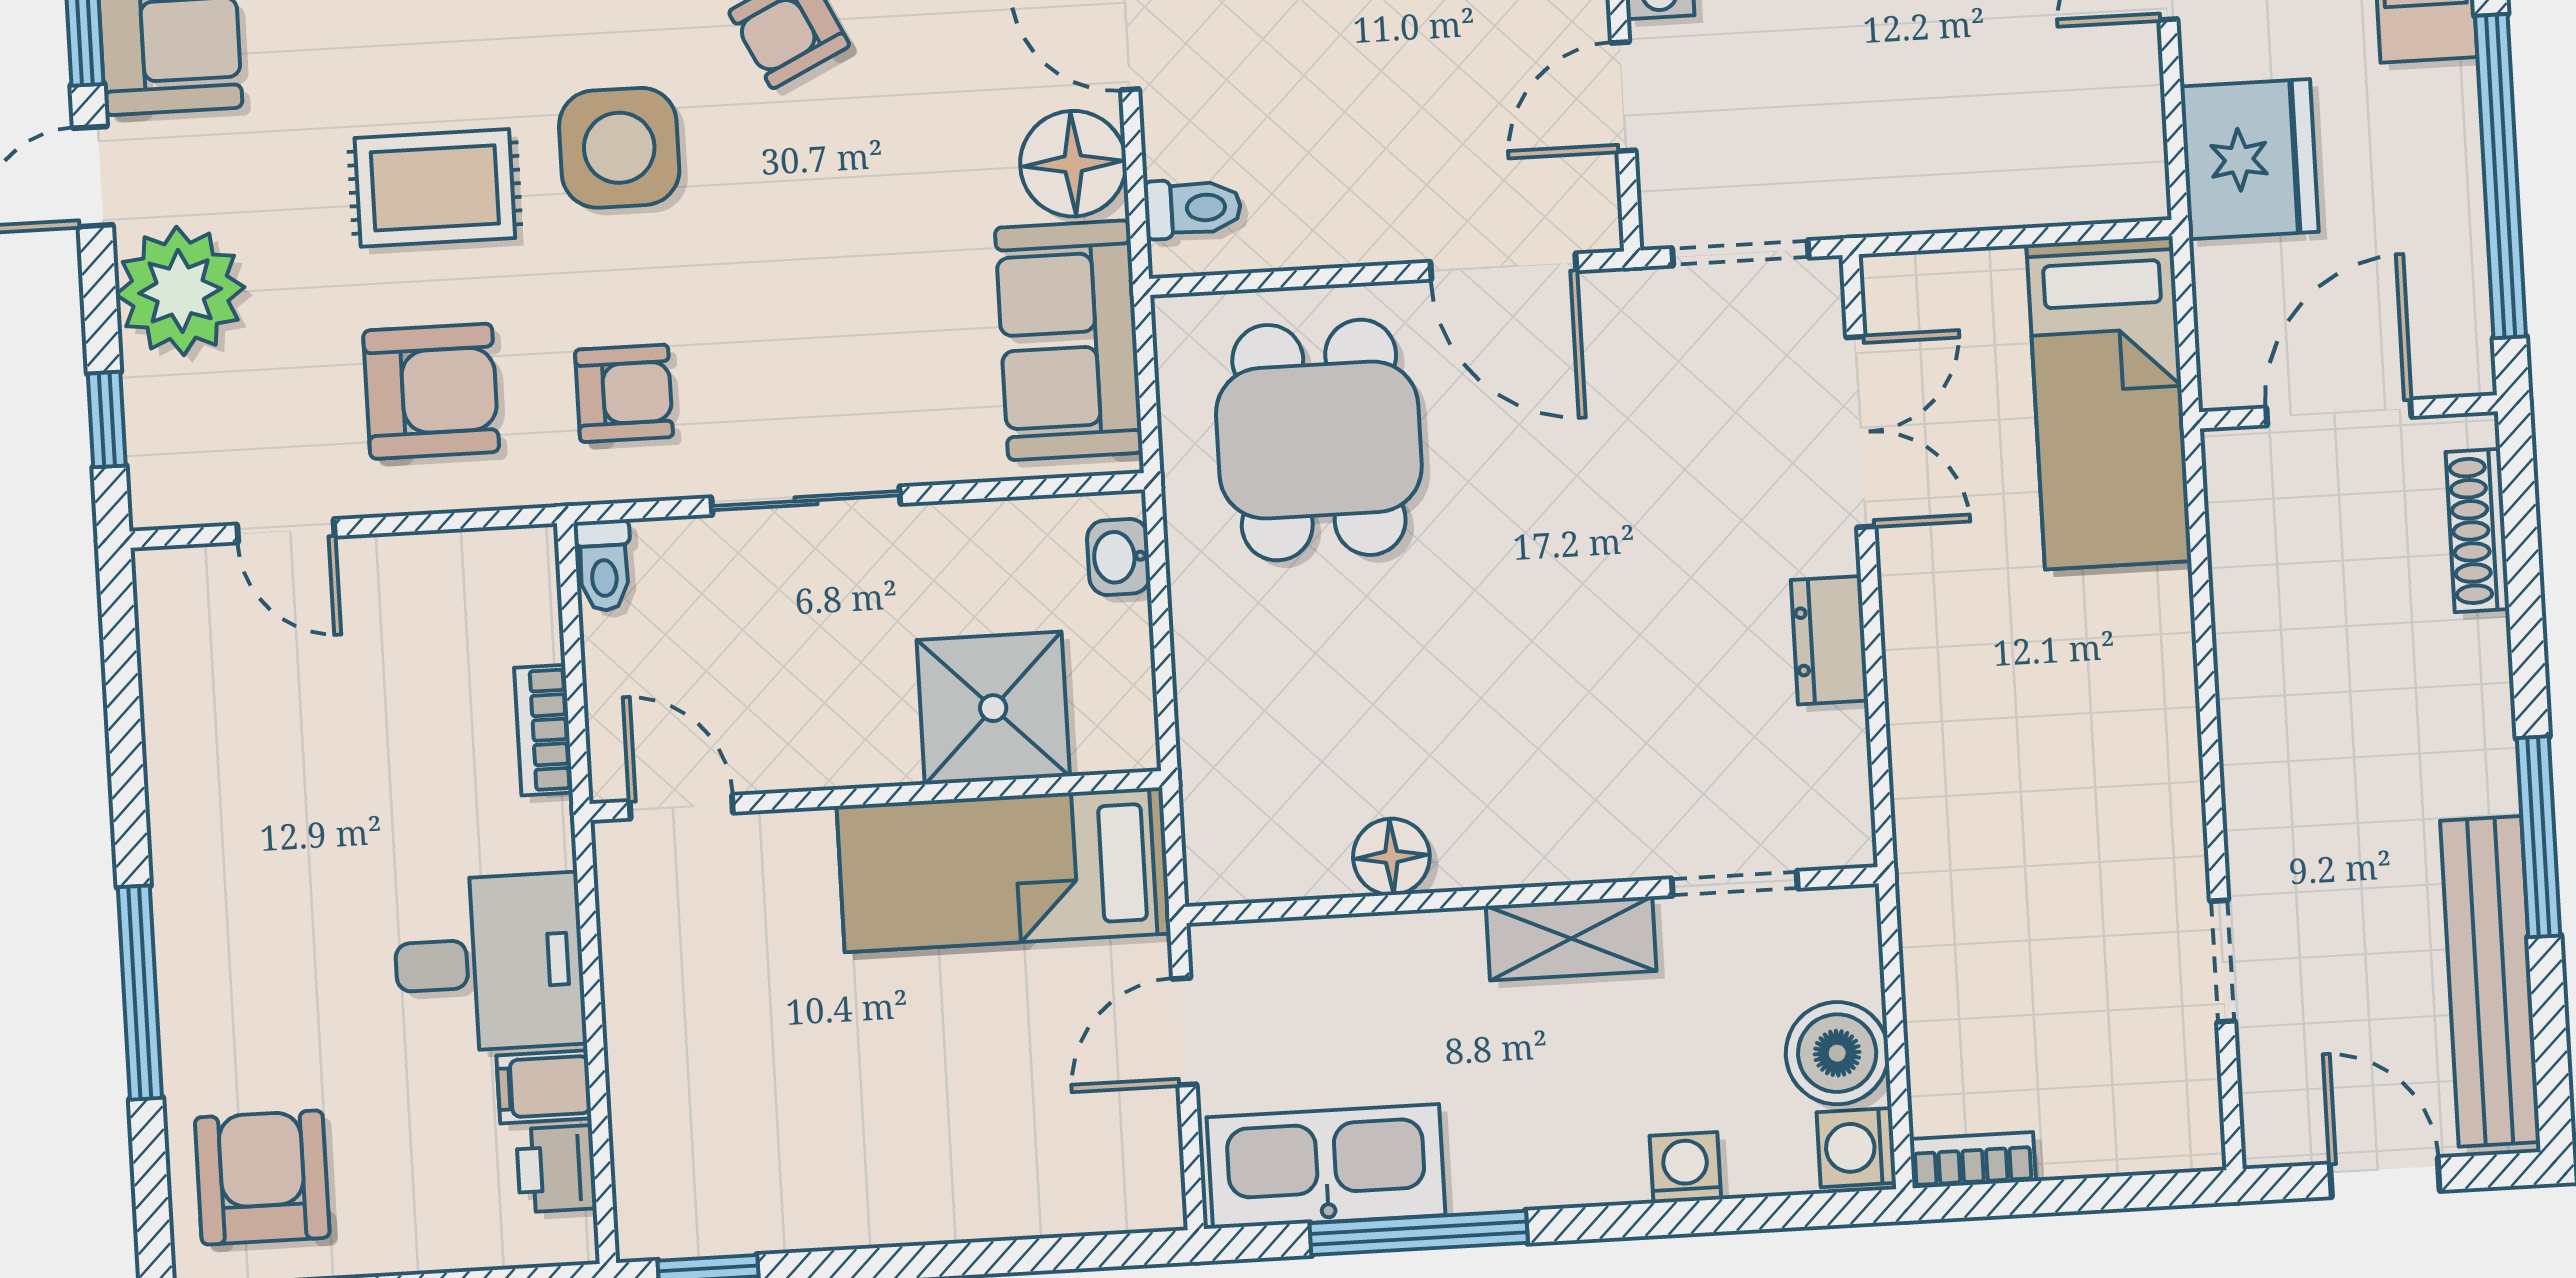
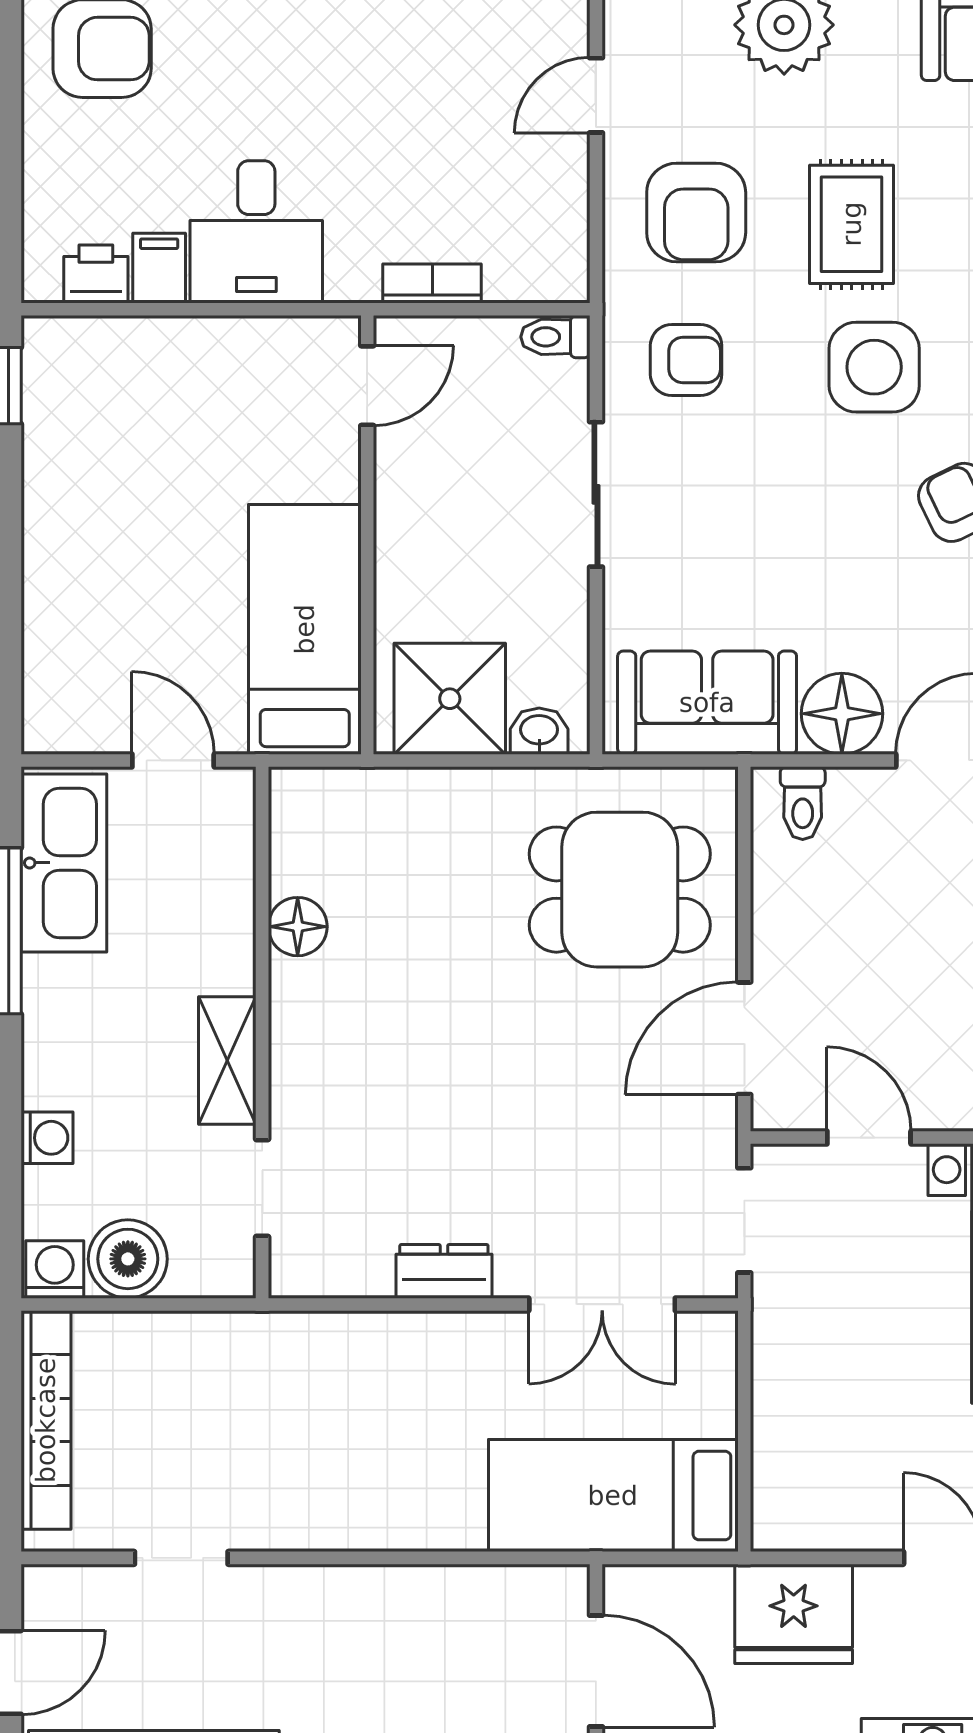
armchair: (624, 393) -> (686, 360), turned -90
shower: (993, 708) -> (450, 699), moved
bookcase: (1973, 1160) -> (46, 1420), width x2.31, depth x1.31

